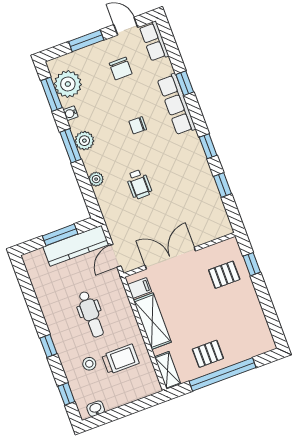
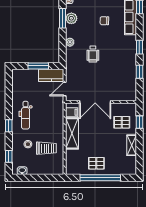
kitchen counter: (76, 246) -> (51, 75), width x0.67
double door: (170, 258) -> (95, 102), swing flipped
dental chair: (91, 314) -> (26, 115), moved
shelving: (168, 370) -> (132, 145), moved

